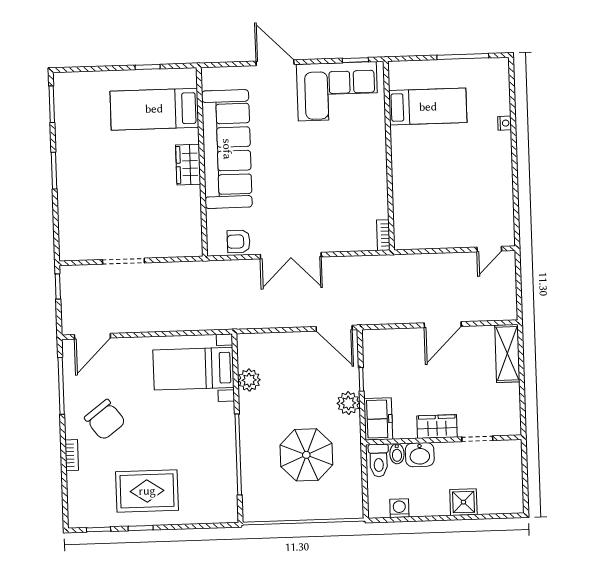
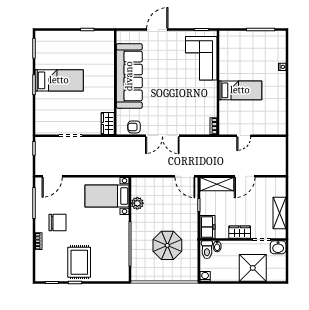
door: (275, 63) -> (157, 30), hinge flipped
corner sofa: (337, 91) -> (201, 58), moved, turned 90
bed: (428, 107) -> (240, 90), moved
bed: (154, 109) -> (59, 80), moved, turned 180
wardrobe: (188, 165) -> (108, 123), moved
door: (489, 249) -> (244, 136), moved
shelving: (393, 341) -> (217, 184), added
shelving: (507, 353) -> (280, 213), moved
plant: (348, 403) -> (191, 218), removed
chair: (105, 420) -> (57, 222), turned -53
washbasin: (420, 455) -> (278, 247), moved
rug: (147, 491) -> (79, 262), turned 90
shower: (463, 502) -> (253, 268), width x1.86, depth x1.86
washing machine: (399, 508) -> (205, 276), moved

